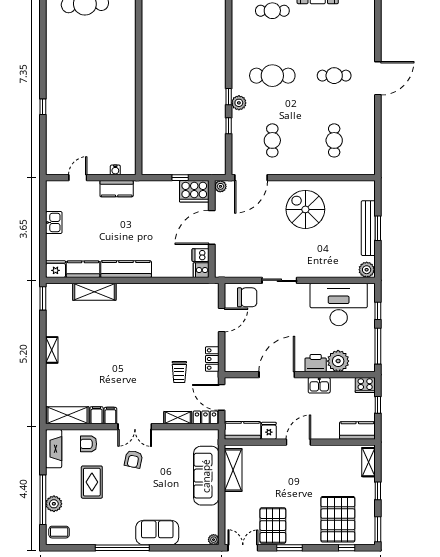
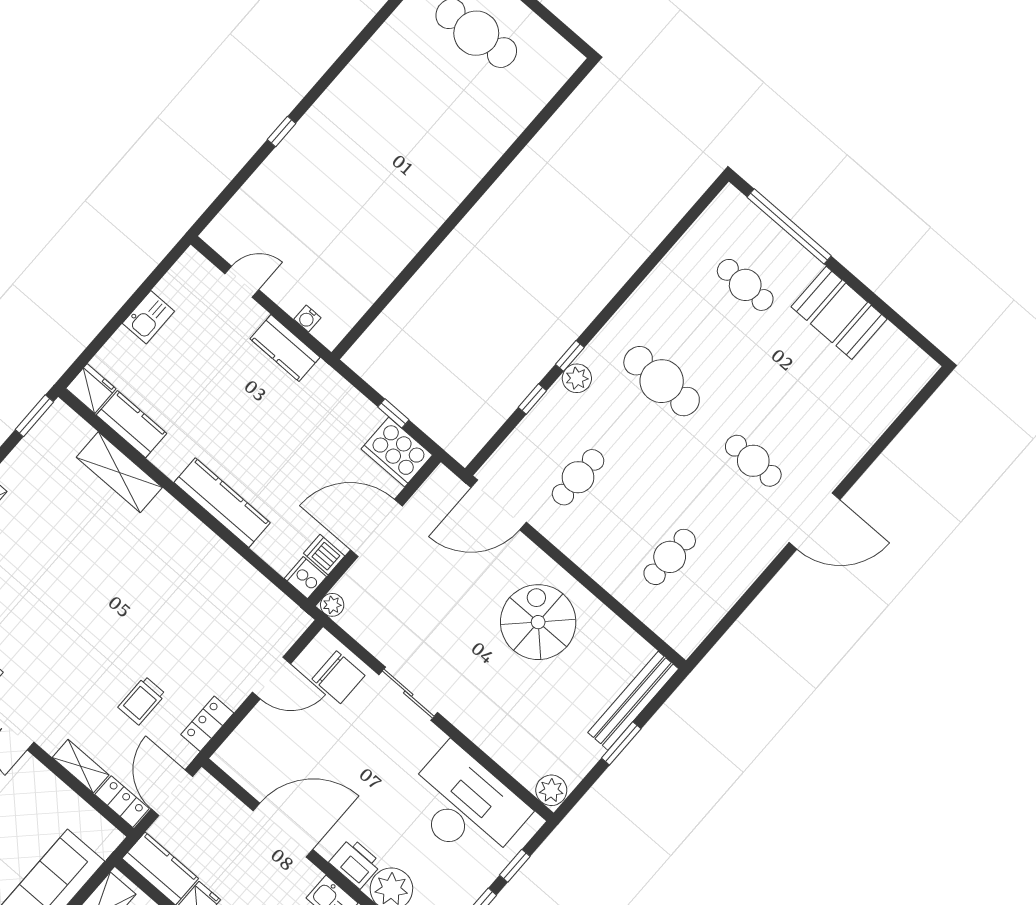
plant: (220, 186) -> (332, 605), moved
bench: (368, 228) -> (633, 701), moved
kitchen counter: (126, 269) -> (222, 503), moved

